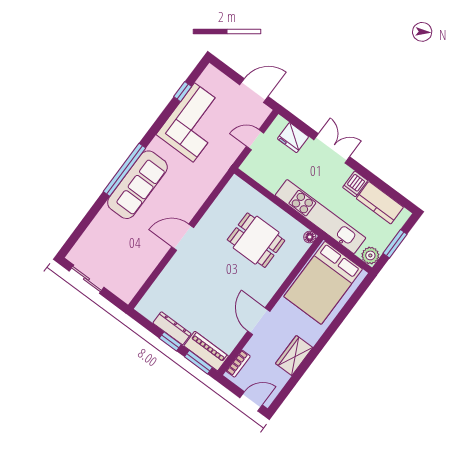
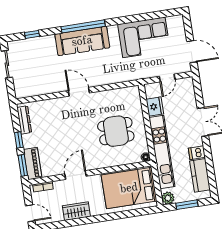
window: (183, 92) -> (32, 34), moved
fridge: (293, 138) -> (155, 107), moved, turned 180
door: (255, 140) -> (167, 78), swing flipped
dining table: (256, 240) -> (116, 131), turned 90
dresser: (172, 328) -> (24, 120), moved

